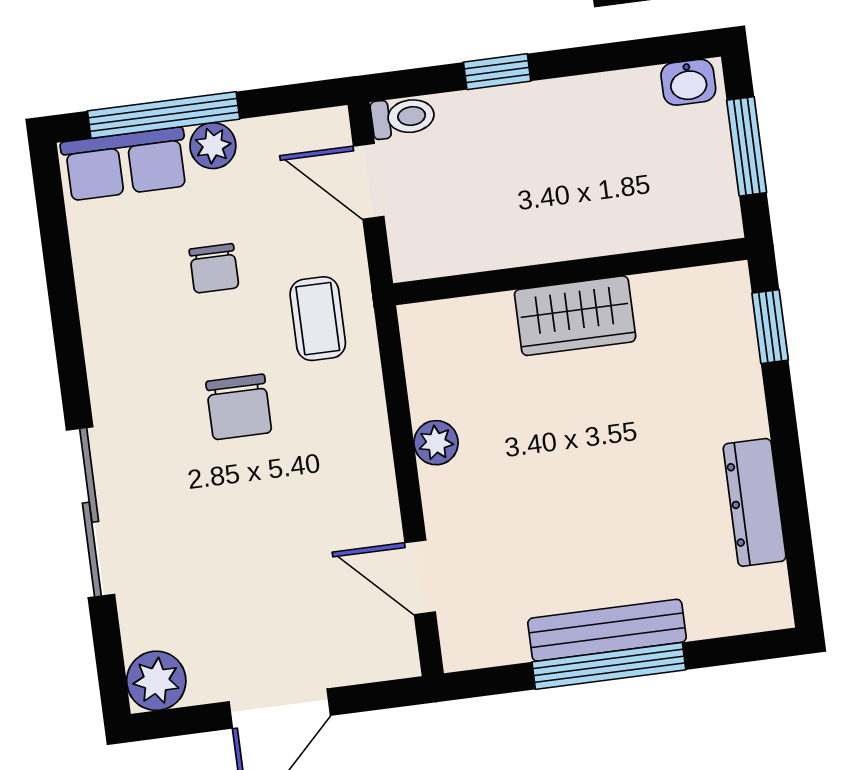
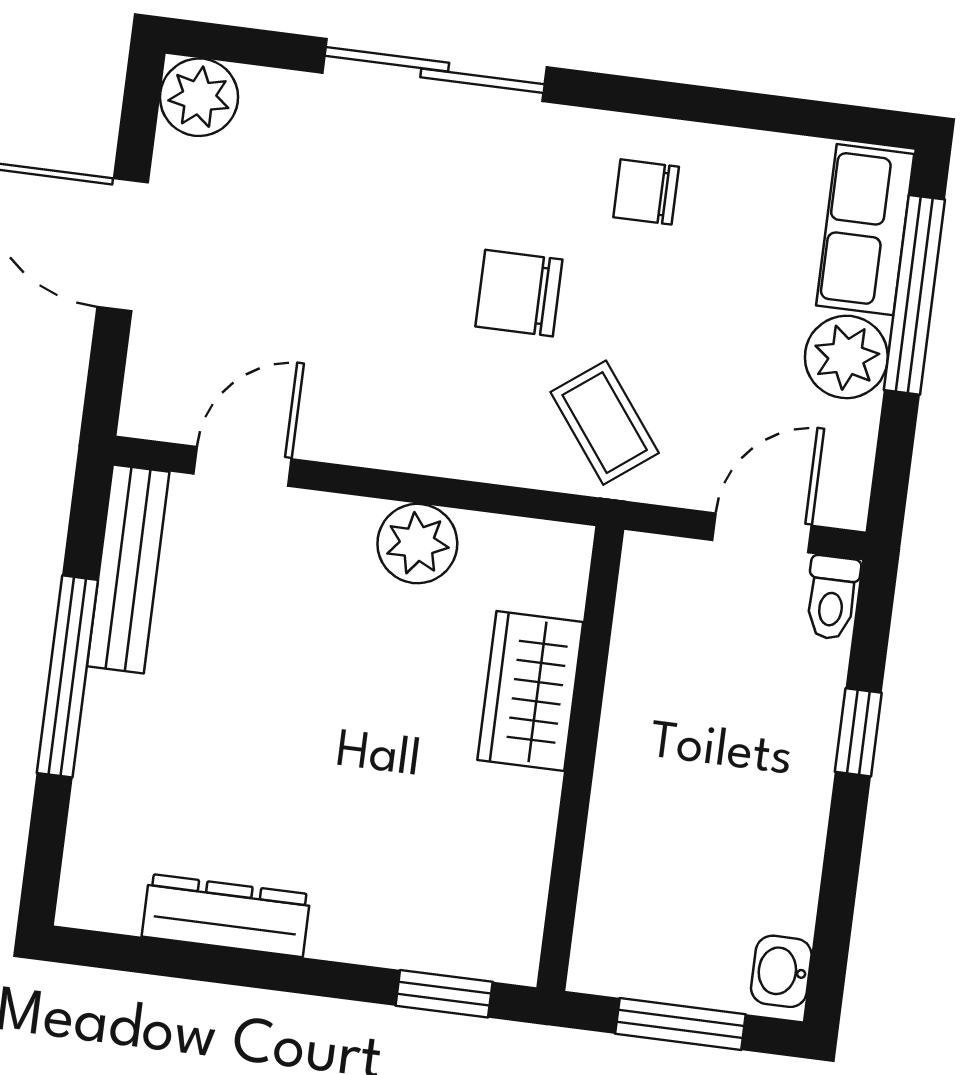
plant: (213, 146) -> (846, 357), width x1.38, depth x1.38
chair: (214, 268) -> (646, 192), moved
wardrobe: (575, 316) -> (530, 691), moved
coffee table: (318, 319) -> (605, 423), turned 53
plant: (436, 443) -> (417, 544), width x1.38, depth x1.38
bench: (607, 630) -> (128, 569), moved

